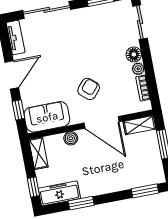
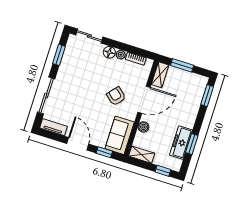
freezer: (59, 193) -> (181, 143), moved

